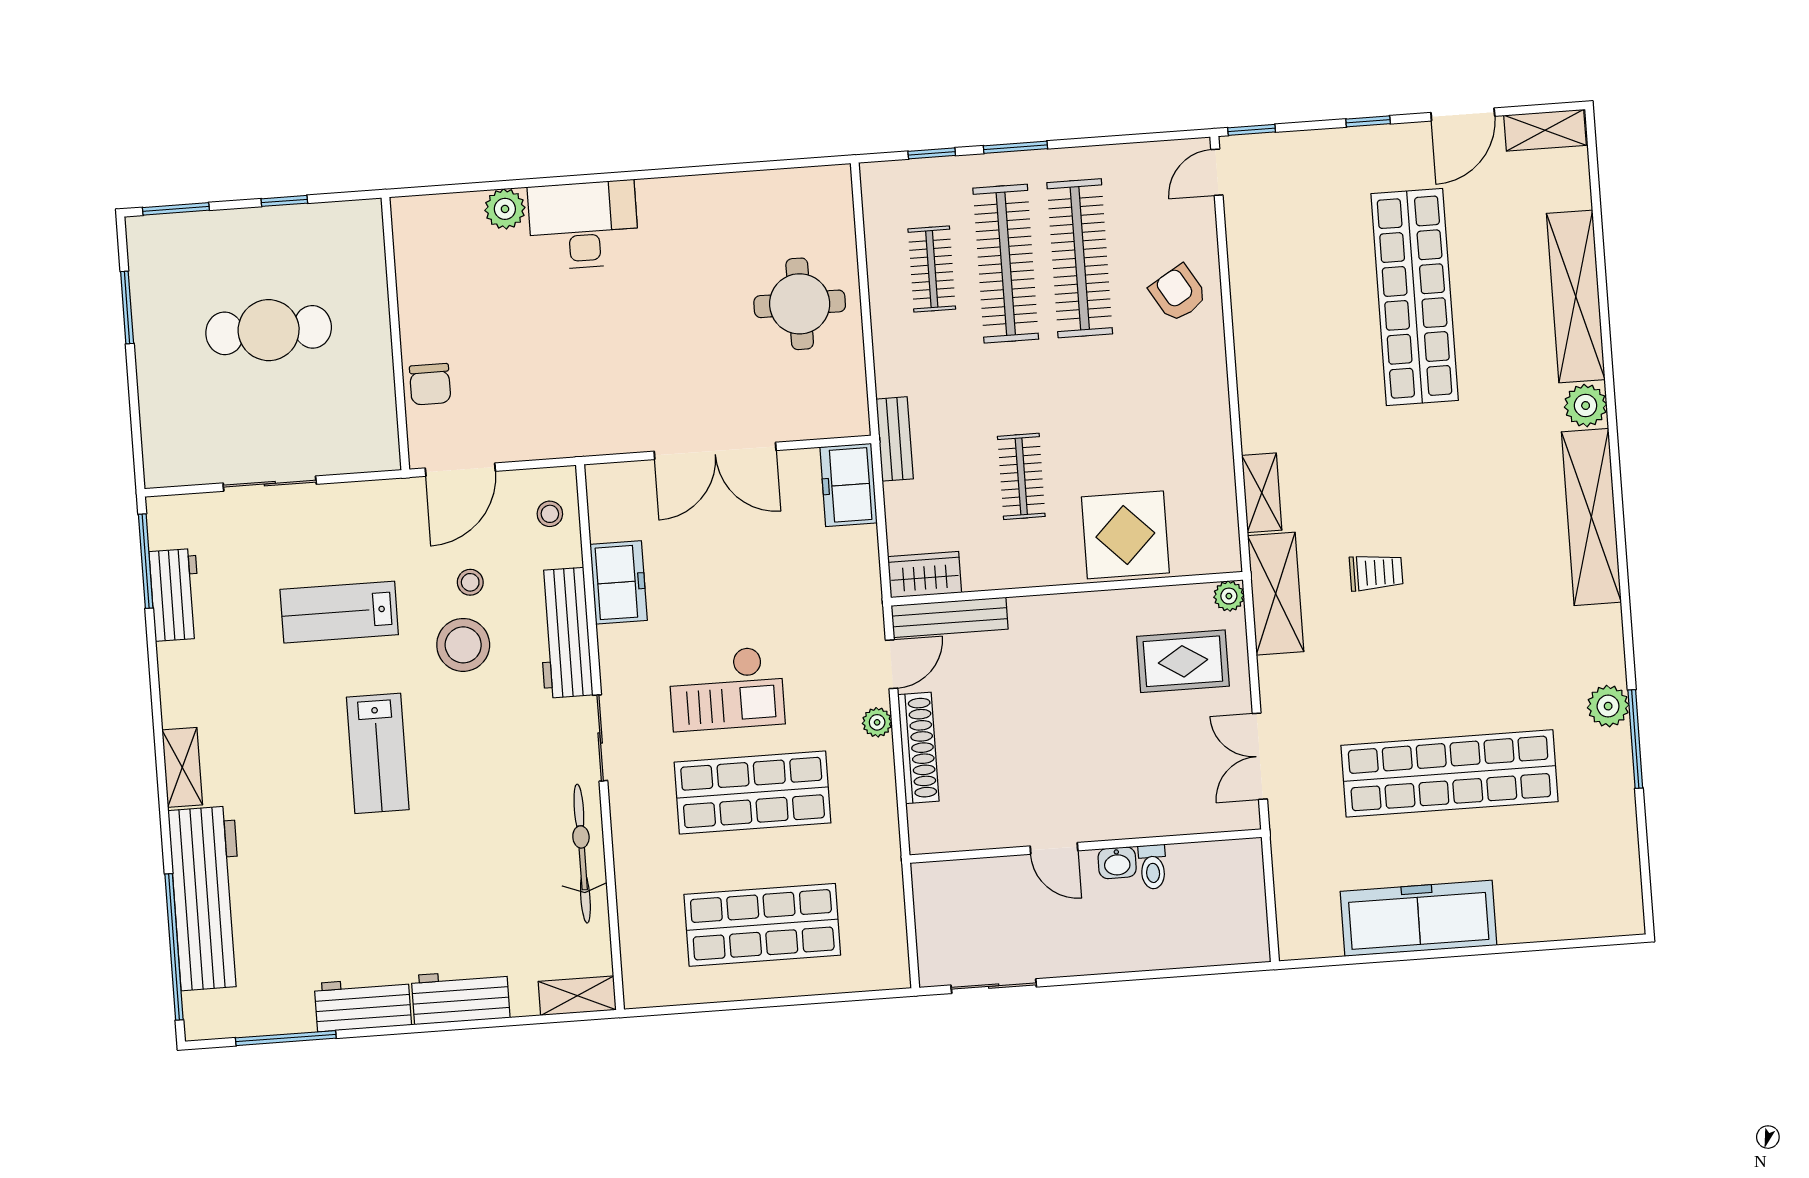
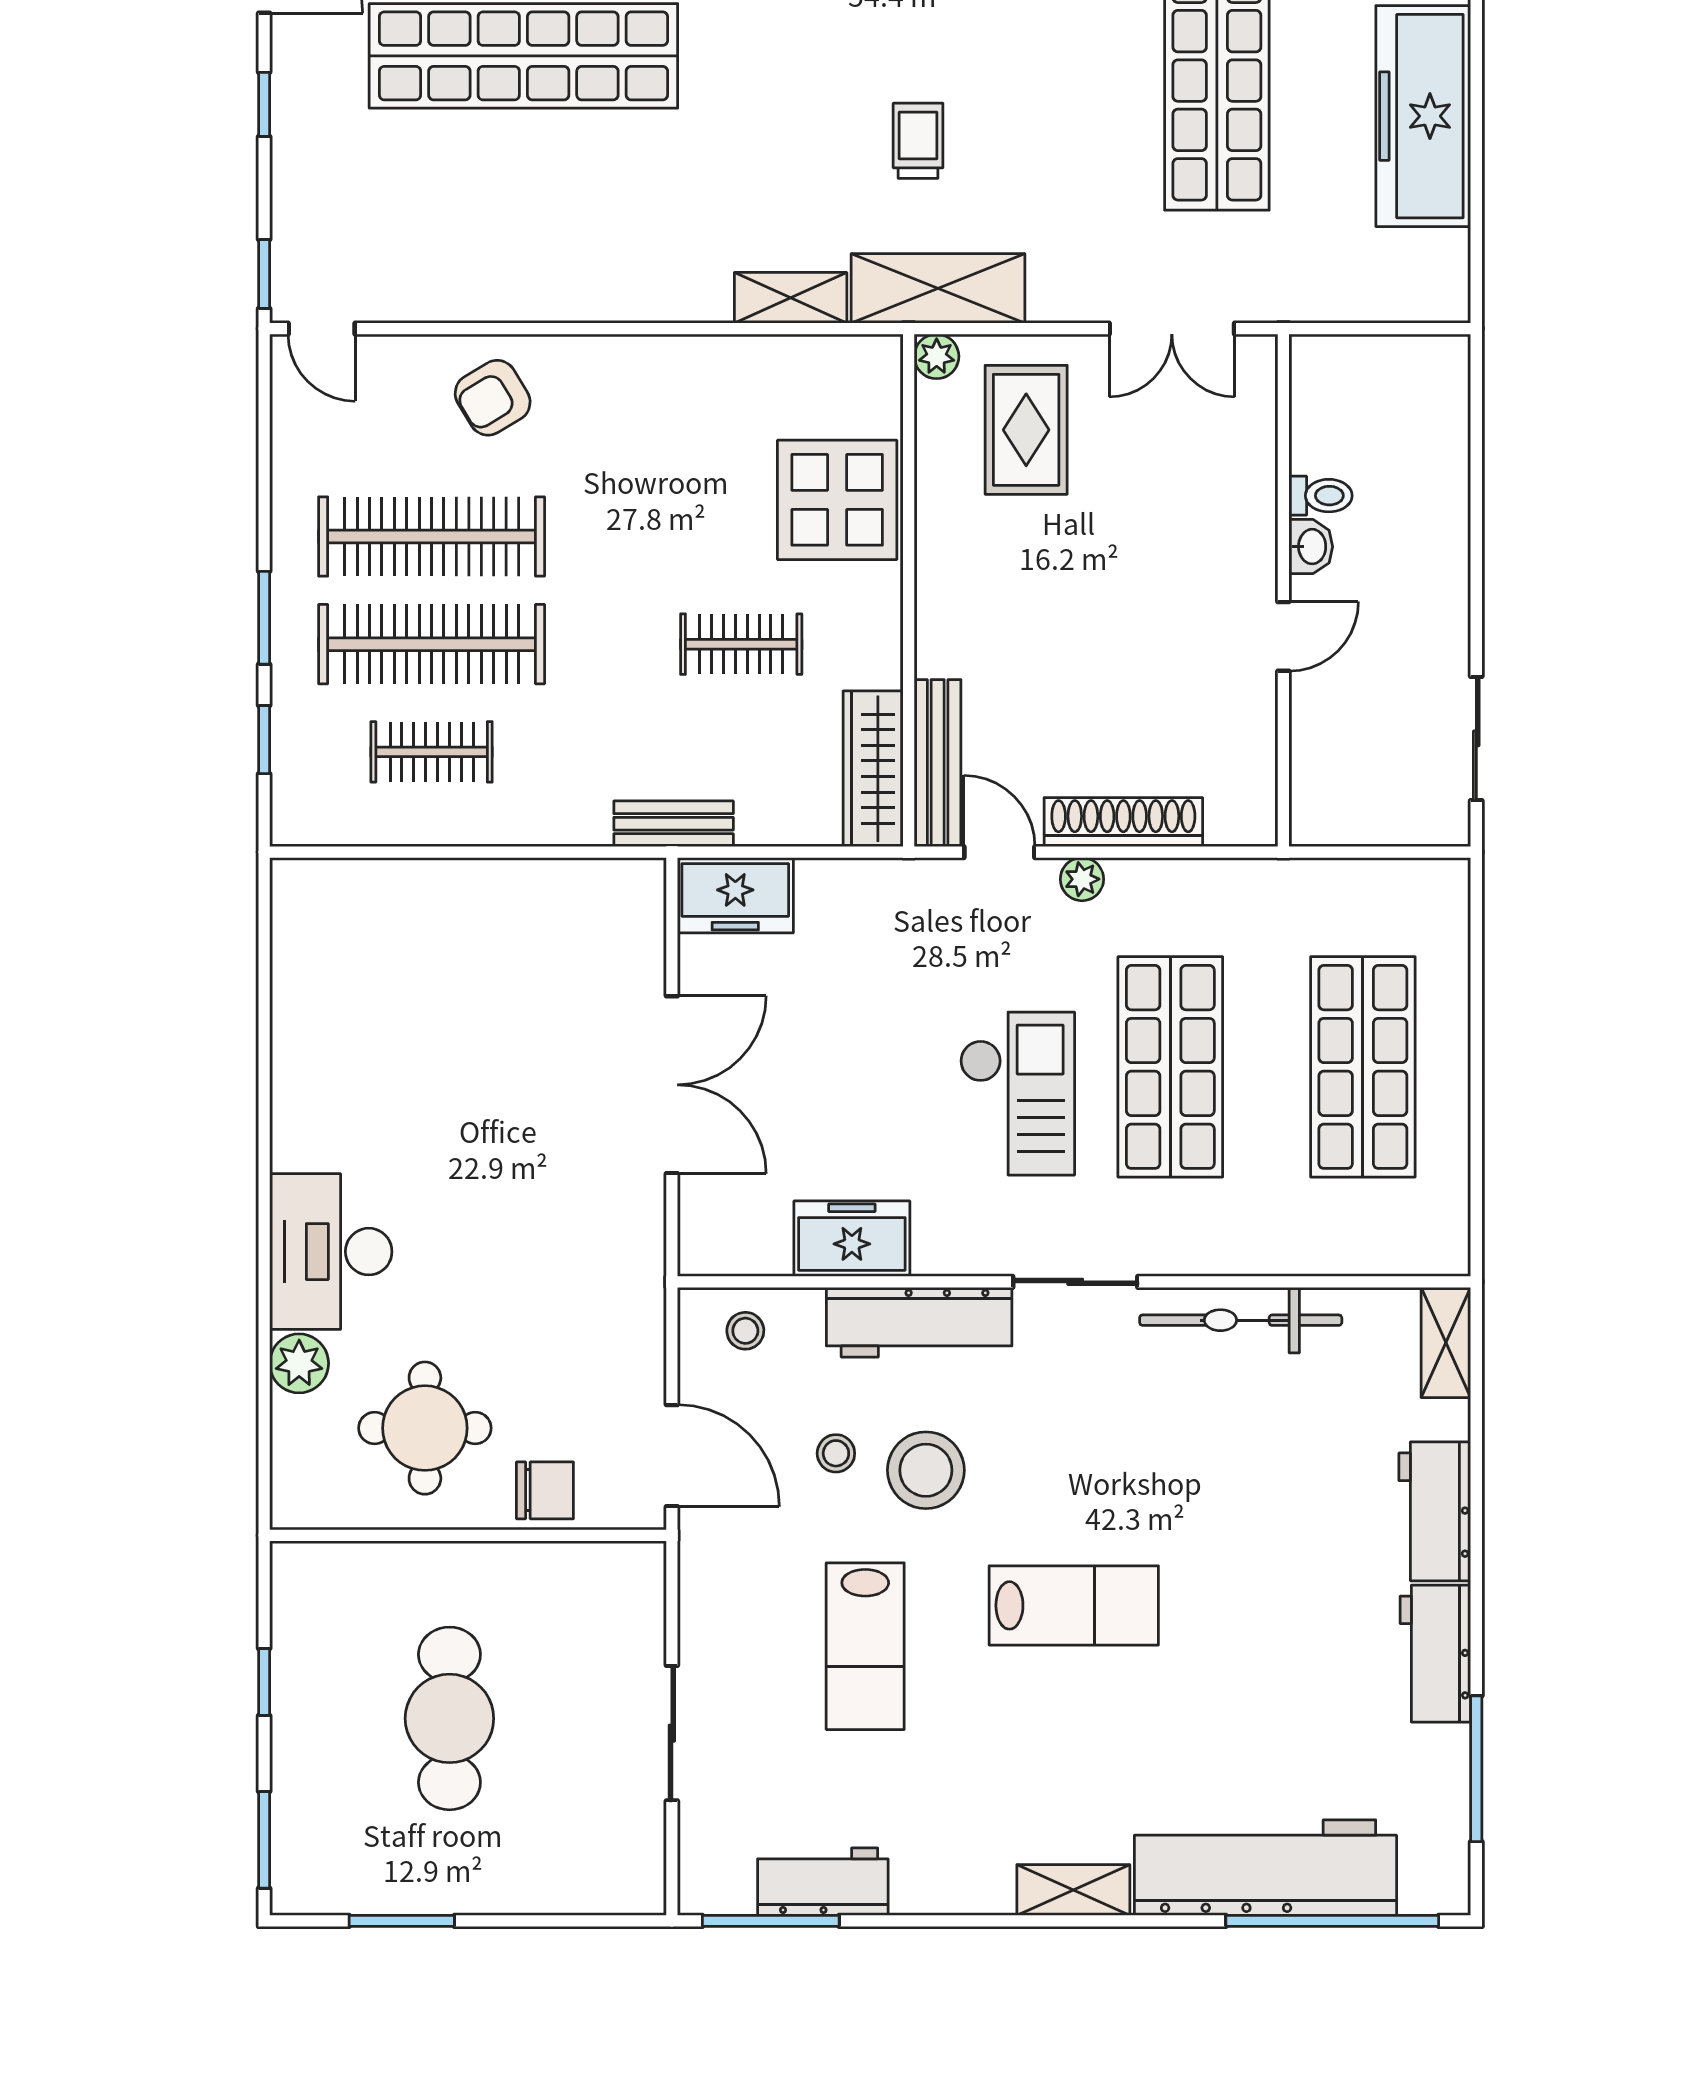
round table: (800, 304) -> (425, 1428), moved
wardrobe: (925, 575) -> (873, 769), width x1.50

